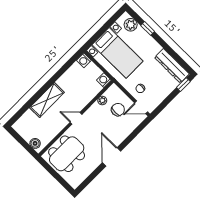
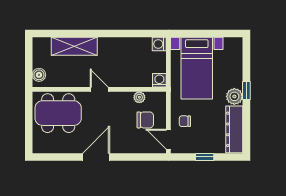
plant: (131, 25) -> (234, 96), moved
window: (148, 28) -> (246, 90), moved
window: (183, 85) -> (205, 157), moved
shelving: (47, 100) -> (74, 46), moved

